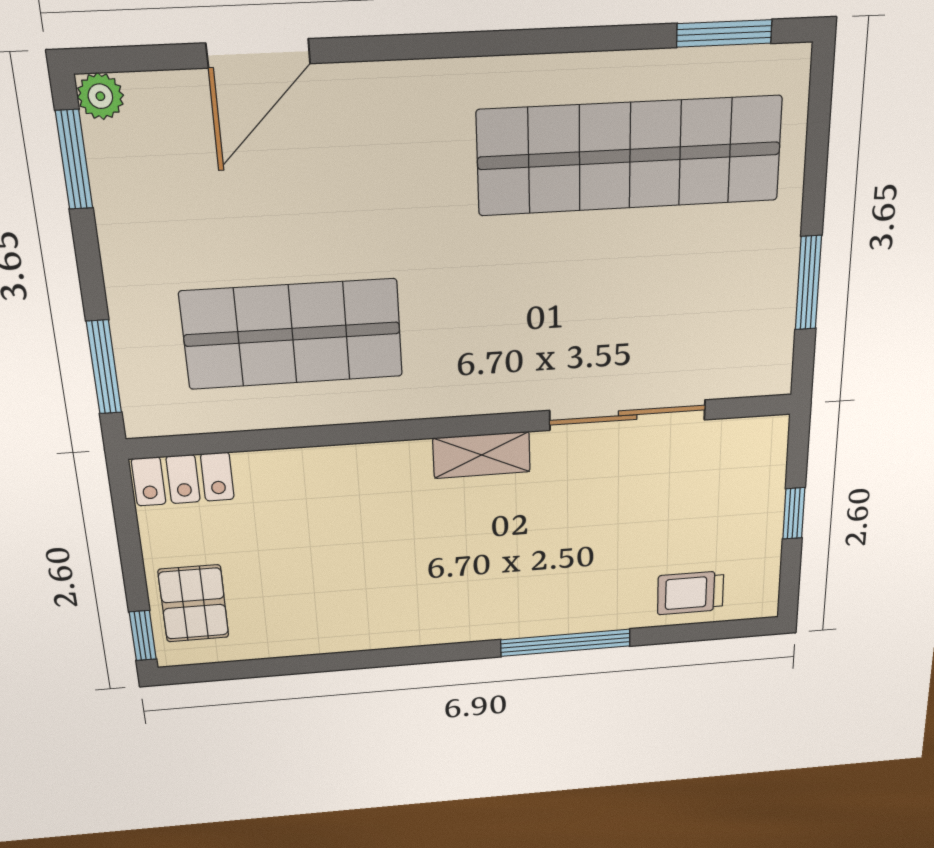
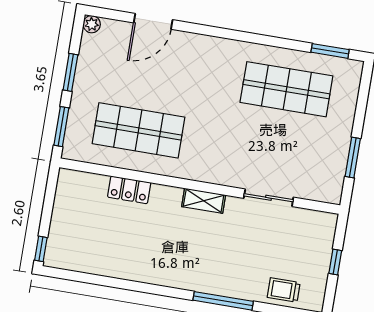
shop shelf: (630, 156) -> (286, 89), width x0.71
window: (74, 160) -> (70, 72), moved
sliding door: (628, 415) -> (269, 198), width x0.73
locker: (183, 479) -> (129, 190), moved
pallet: (194, 604) -> (66, 239), removed

